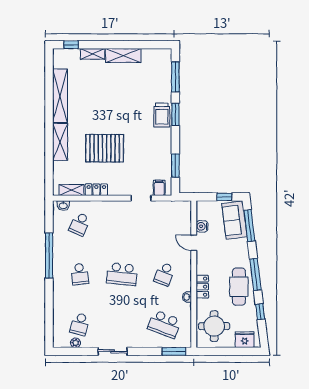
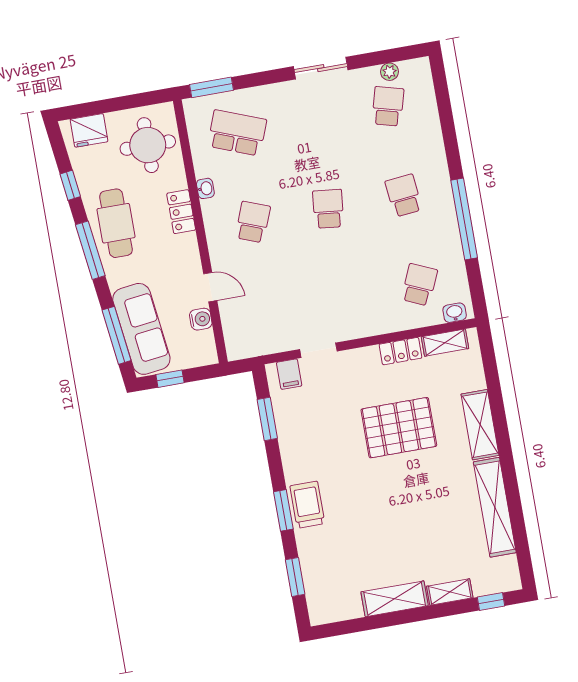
window: (175, 77) -> (295, 577), width x0.69
sofa: (234, 220) -> (141, 329), width x1.36
school desk: (122, 274) -> (328, 209), width x0.54

